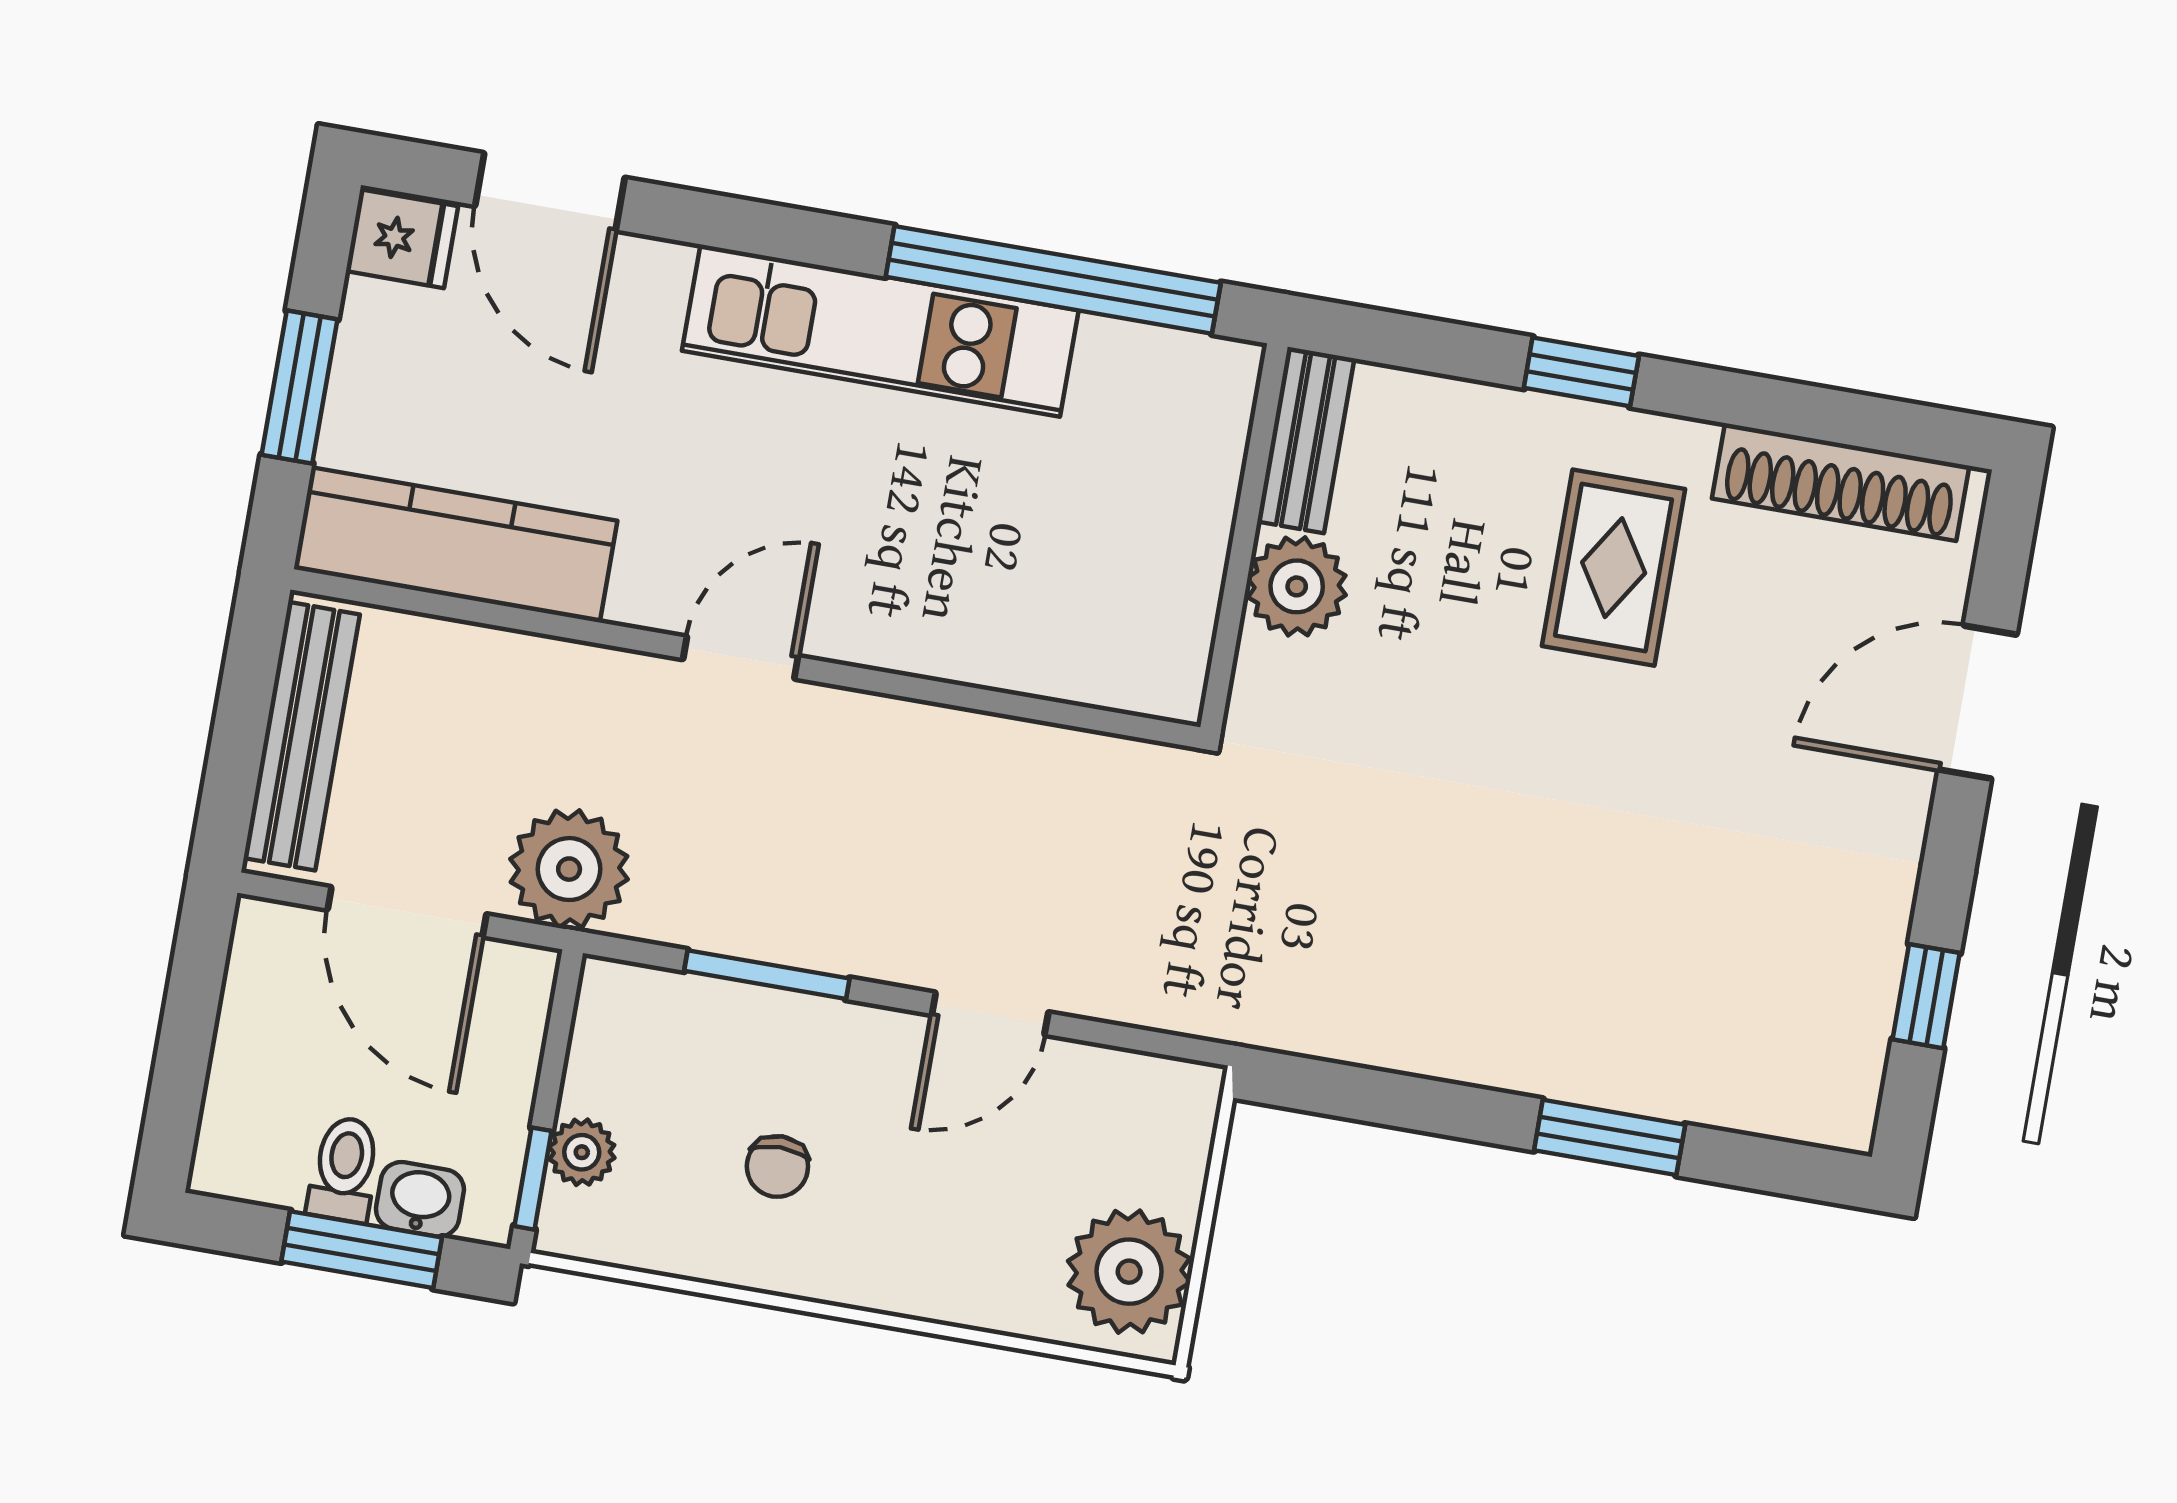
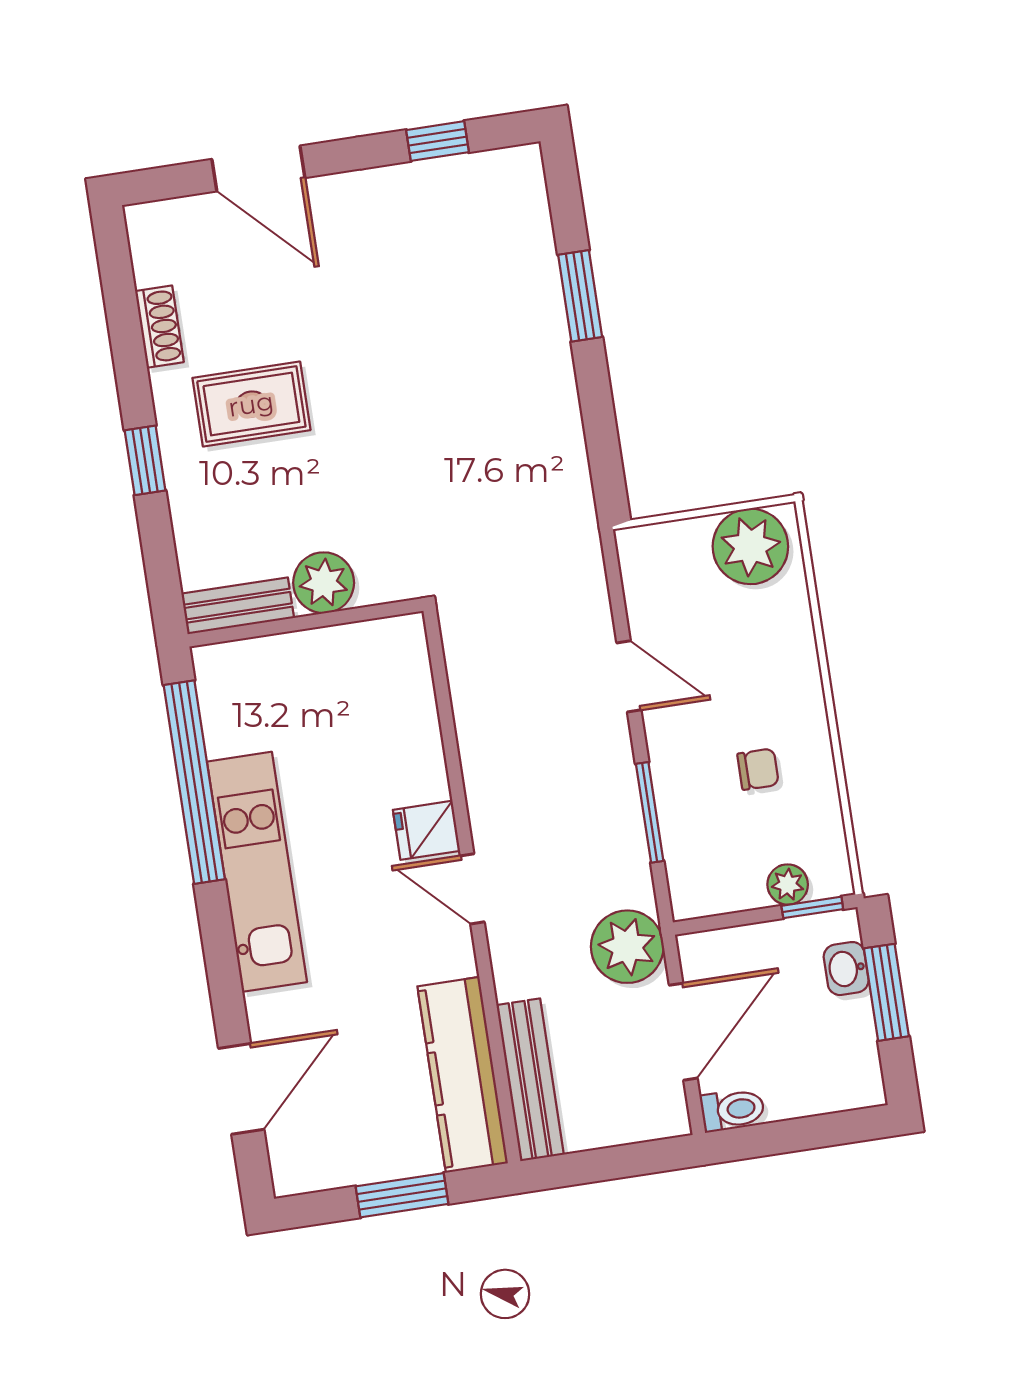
fridge: (402, 239) -> (426, 830), moved, turned -90
shoe rack: (1841, 482) -> (159, 327), width x0.51, depth x0.81
bench: (302, 736) -> (530, 1080), moved, turned 90
toilet: (344, 1169) -> (733, 1110), moved, turned 180

